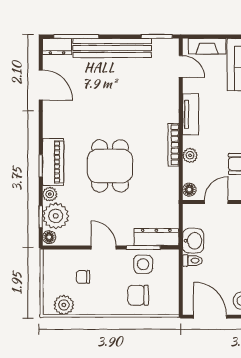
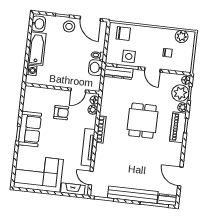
tv unit: (191, 114) -> (88, 147), width x1.41
plant: (190, 155) -> (93, 110), moved
chair: (138, 295) -> (123, 33), moved

